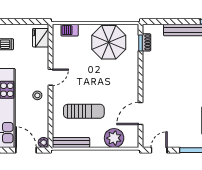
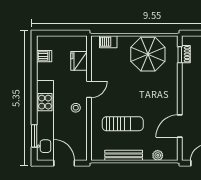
fridge: (41, 38) -> (79, 61), moved
plant: (114, 138) -> (158, 155), width x0.53, depth x0.53
bench: (71, 142) -> (124, 155), moved
plant: (44, 143) -> (82, 155), removed

